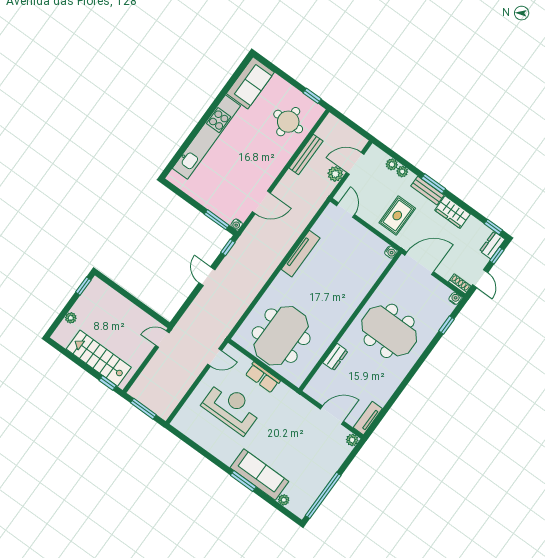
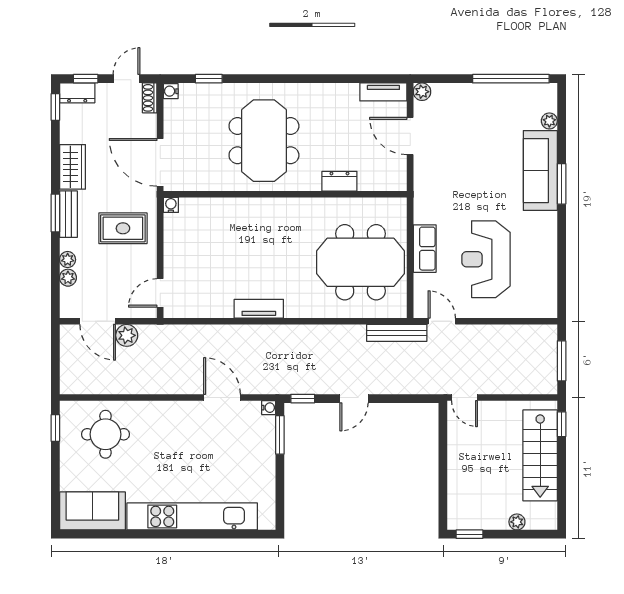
bench: (306, 155) -> (397, 333), moved
tv unit: (301, 254) -> (259, 309), width x0.71

